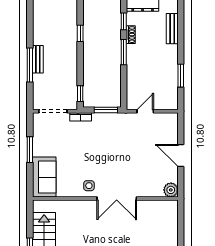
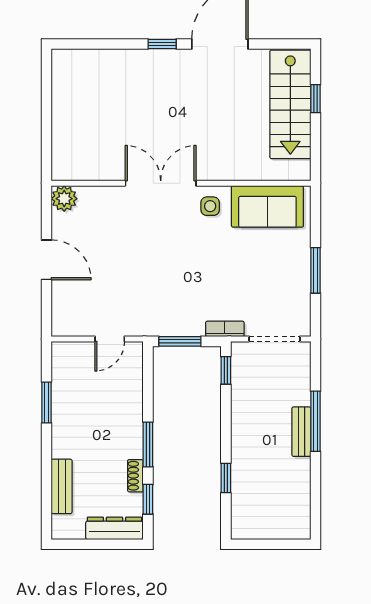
sofa: (44, 177) -> (267, 206), moved, turned -90

